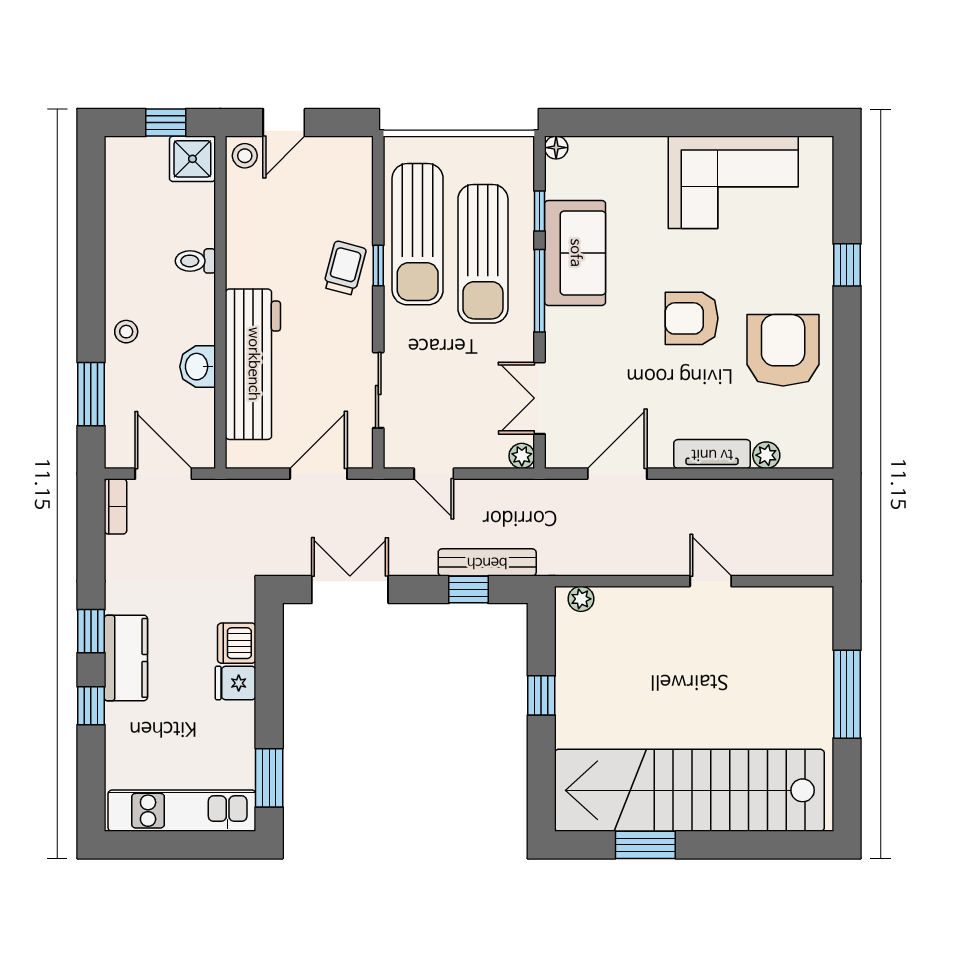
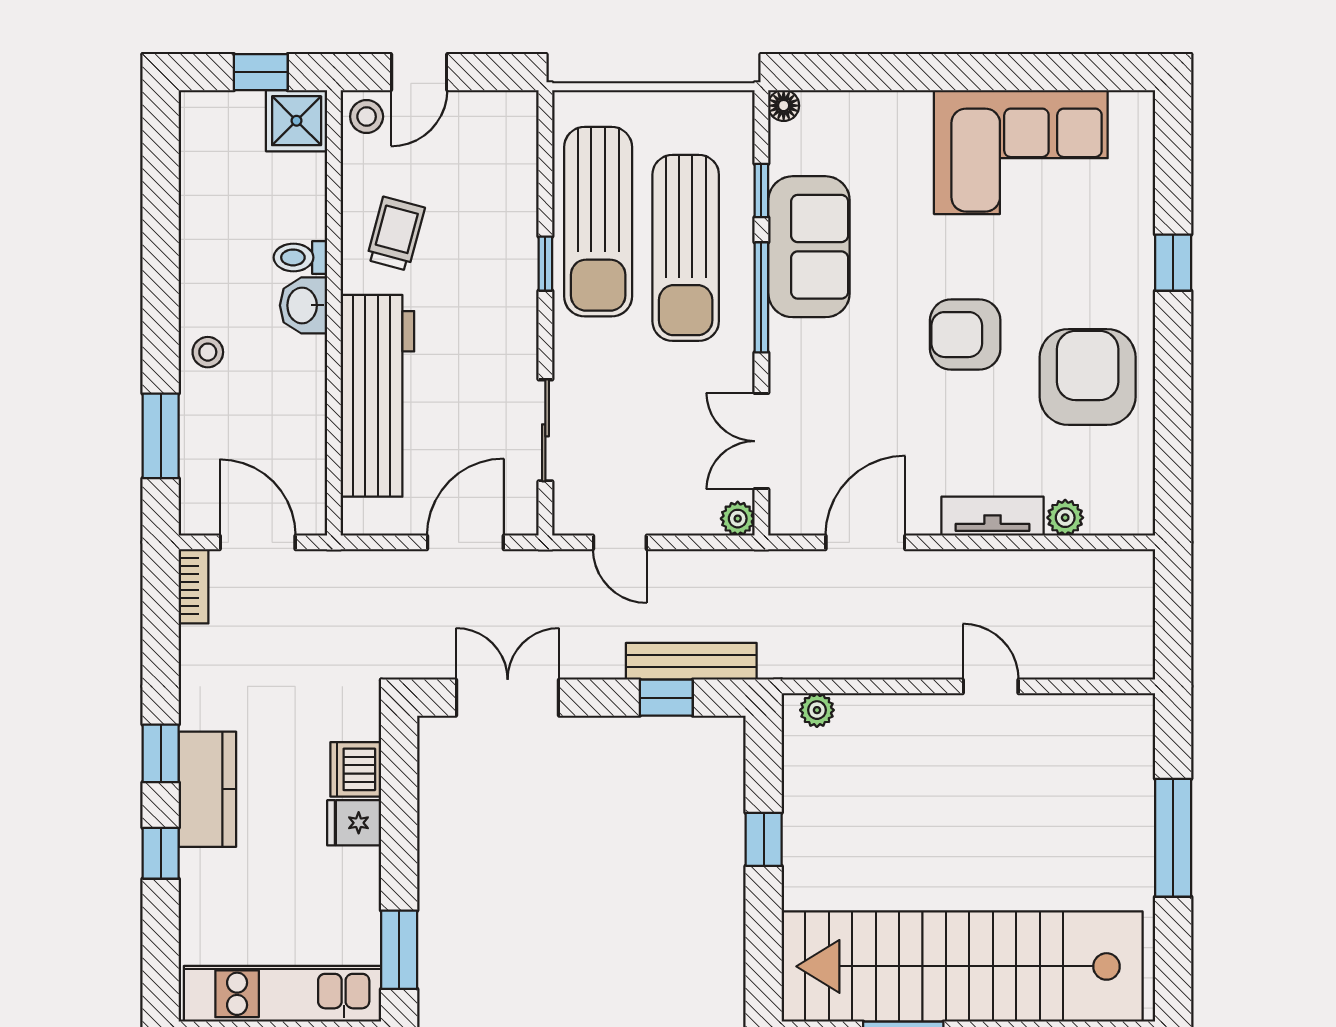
trolley: (345, 268) -> (396, 234), moved
washbasin: (198, 367) -> (303, 305), moved

